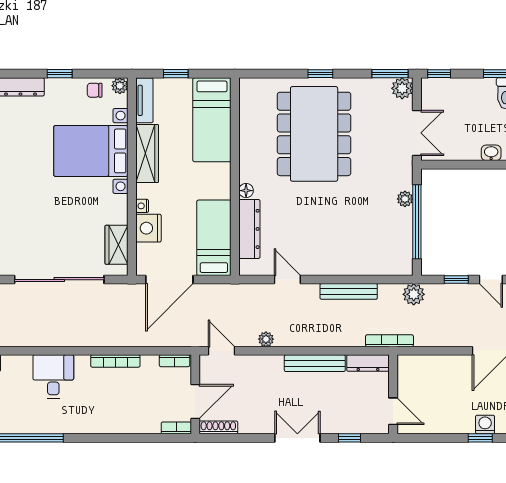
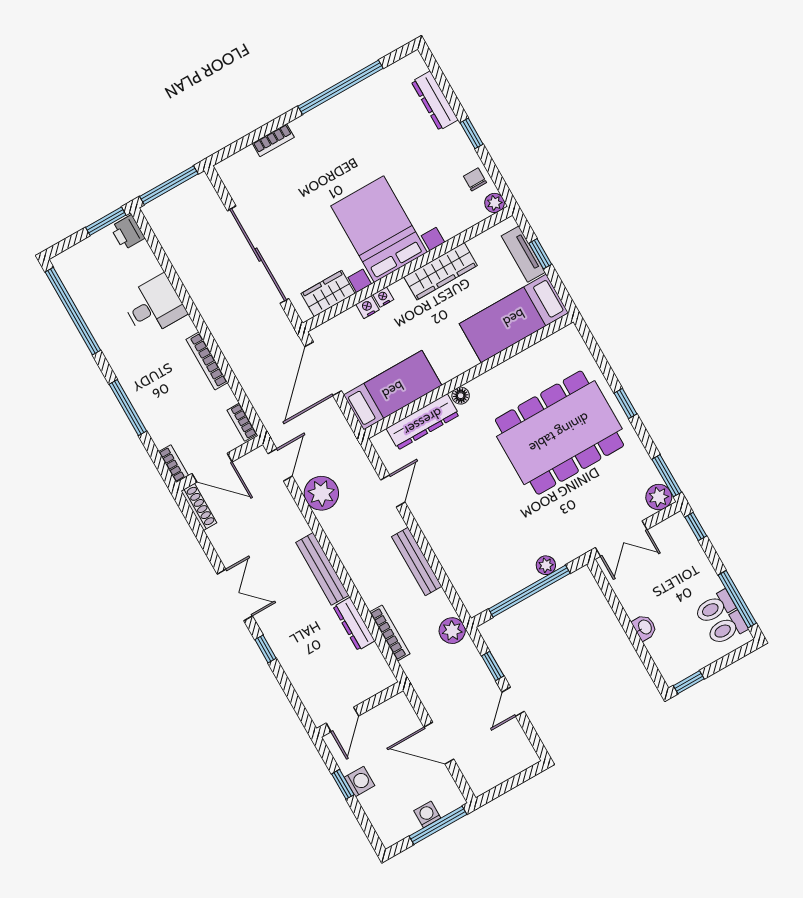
tv unit: (144, 100) -> (523, 254), moved, turned 90
bed with nightstands: (91, 151) -> (379, 229), moved
nightstand: (148, 228) -> (368, 307), width x0.53, depth x0.56
door: (169, 280) -> (323, 369), hinge flipped
plant: (266, 339) -> (321, 493), width x1.88, depth x1.88
wall: (393, 394) -> (360, 709), moved
door: (393, 411) -> (342, 719), moved
window: (117, 438) -> (128, 408), added

